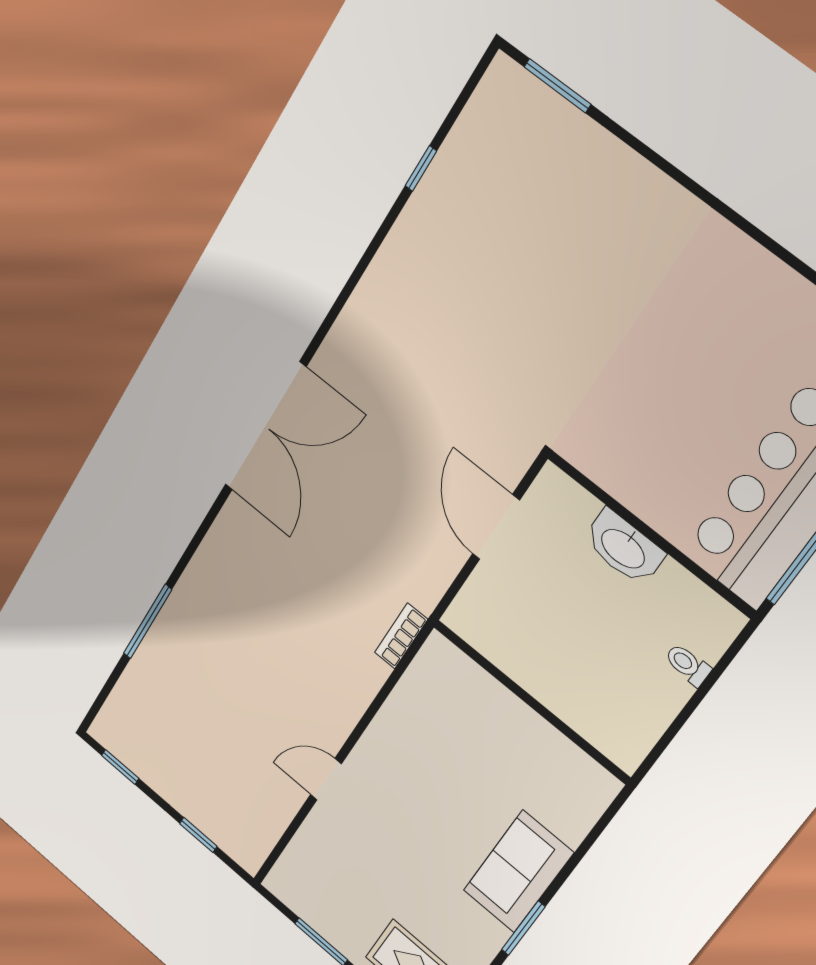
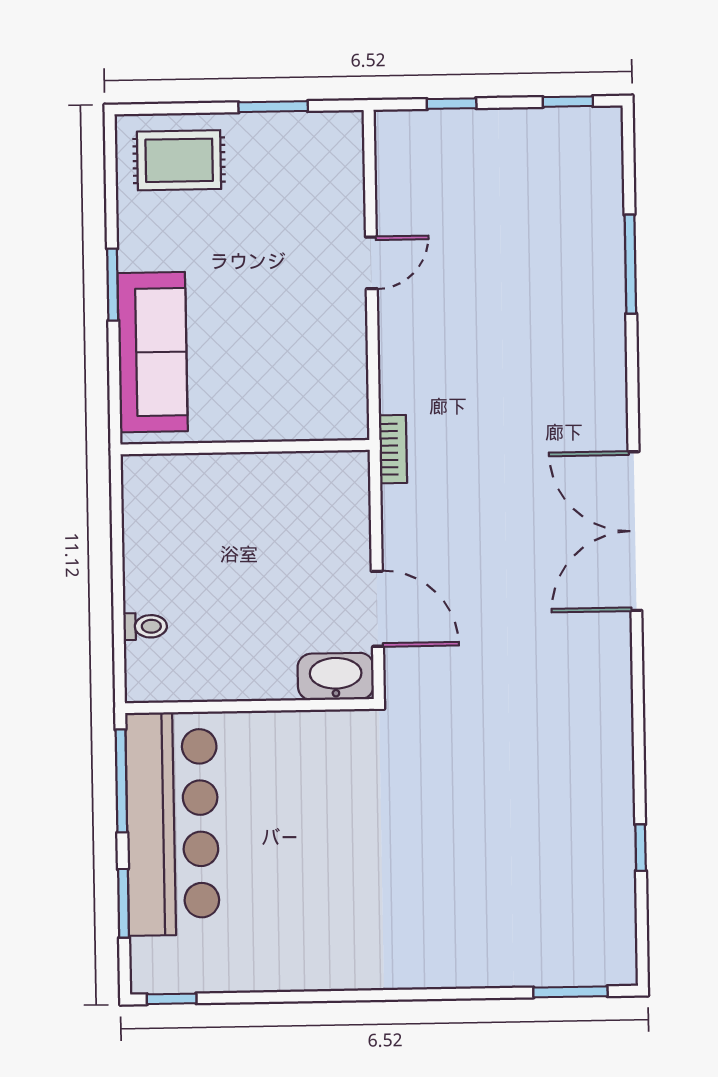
washbasin: (624, 548) -> (336, 676), moved
wall: (531, 702) -> (245, 447), moved
sofa: (518, 872) -> (153, 352), width x1.36

